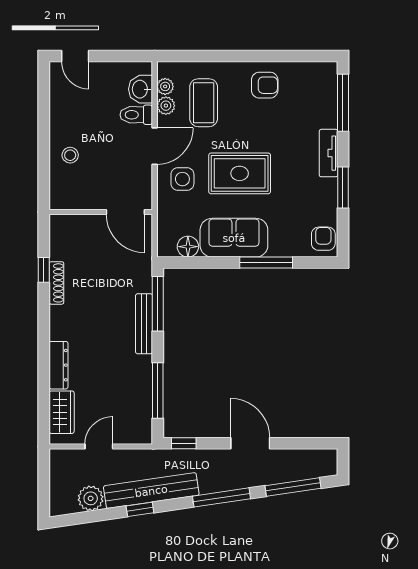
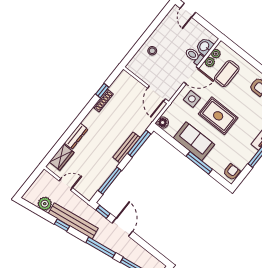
floor lamp: (188, 247) -> (163, 123), moved
door: (250, 443) -> (122, 227), moved

